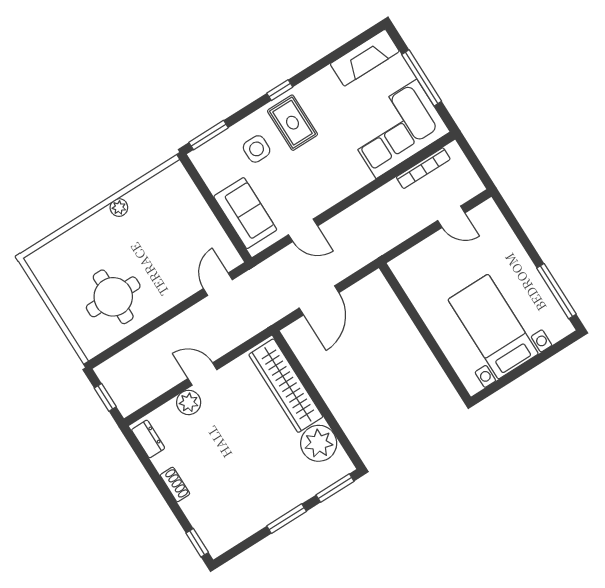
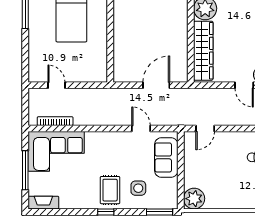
fireplace: (365, 58) -> (43, 203), width x0.73, depth x0.76
plant: (119, 208) -> (194, 199), moved, width x1.88, depth x1.88

